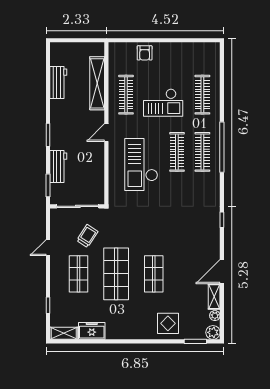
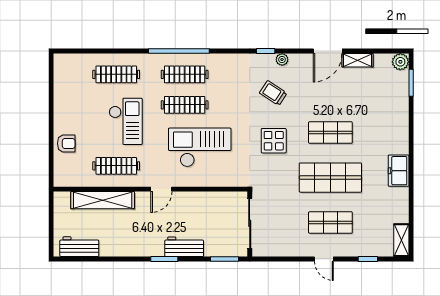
workbench: (58, 82) -> (79, 247), moved
door: (106, 133) -> (161, 189), hinge flipped
checkout: (141, 165) -> (200, 147), turned 180
workbench: (58, 166) -> (184, 247), moved
trolley: (87, 236) -> (273, 93), moved
door: (48, 248) -> (324, 259), moved
door: (222, 272) -> (328, 51), hinge flipped
plant: (215, 316) -> (282, 60), moved
display table: (168, 323) -> (274, 141), moved
freezer: (92, 331) -> (399, 171), moved

